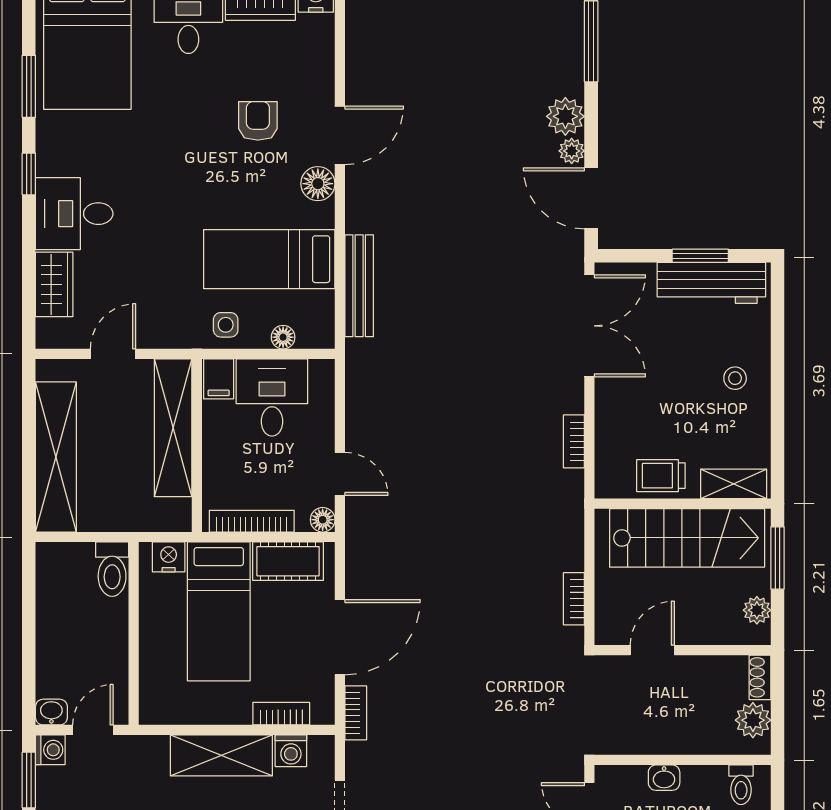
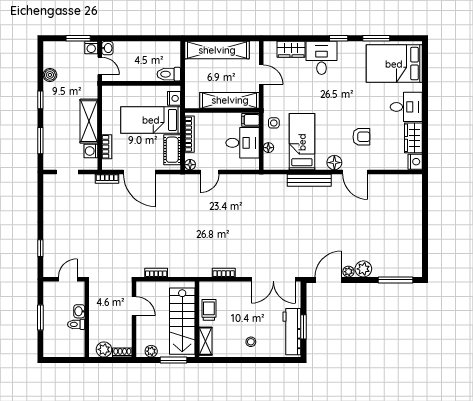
bench: (359, 286) -> (309, 180), moved
toilet: (741, 785) -> (76, 324), moved

